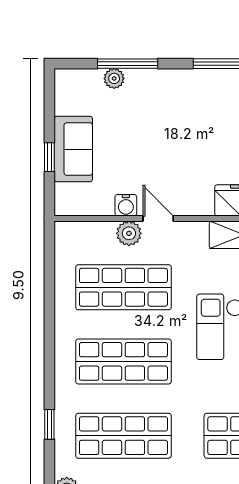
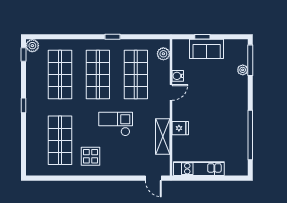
window: (128, 64) -> (250, 60), moved
plant: (129, 233) -> (163, 54), moved
window: (49, 424) -> (112, 37), moved

